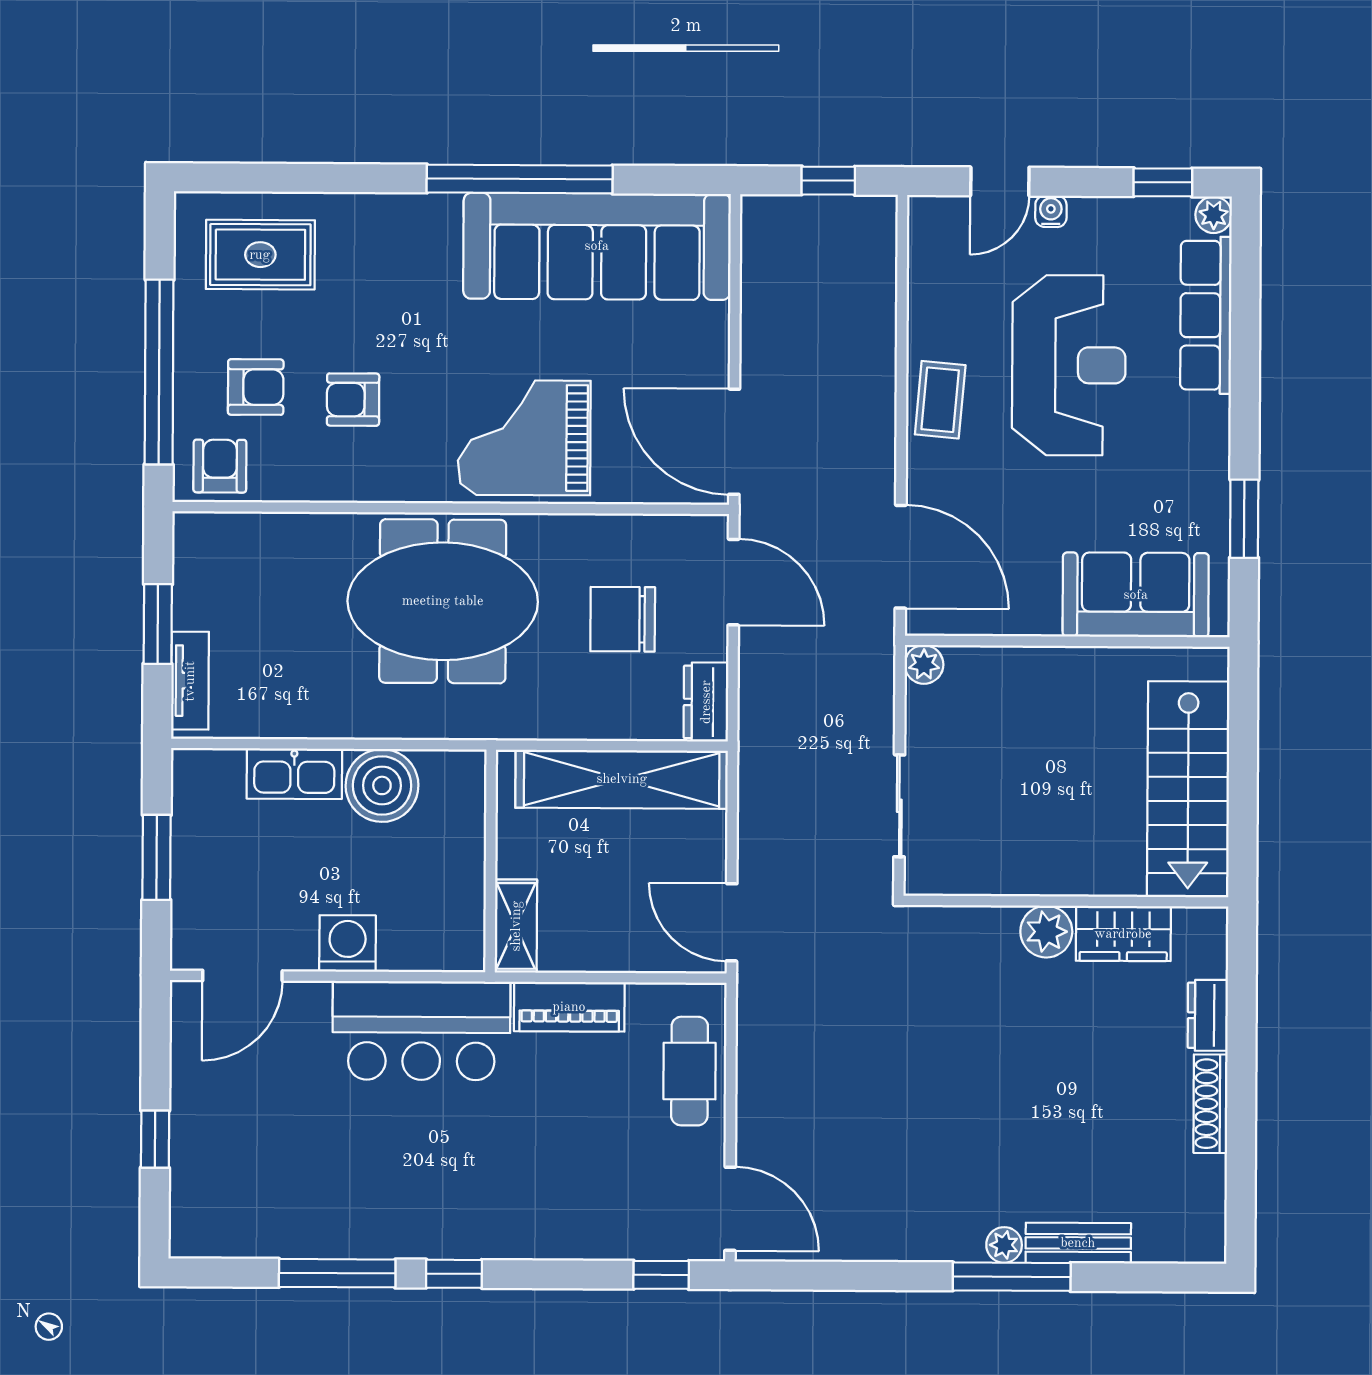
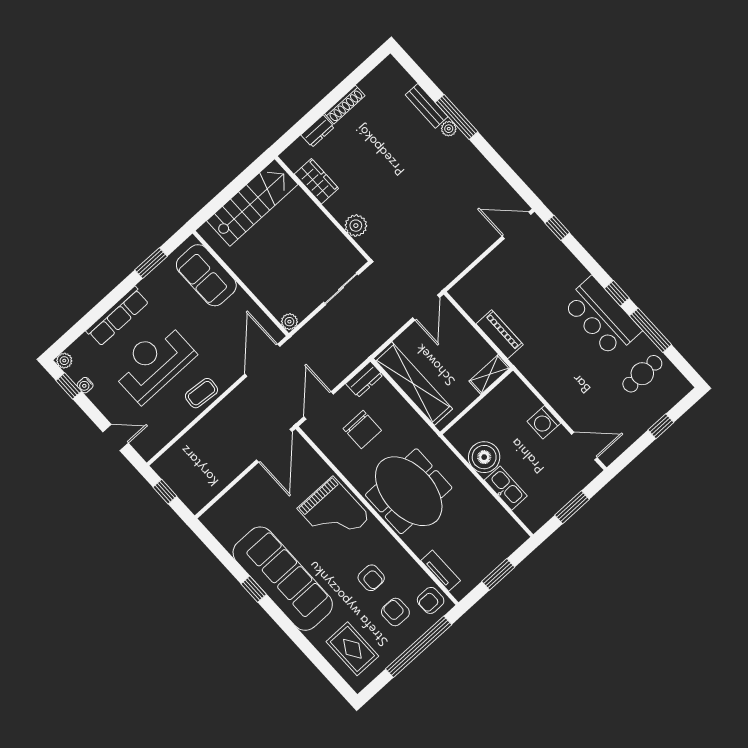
window: (520, 179) -> (254, 589), width x0.32
water cooler: (1051, 211) -> (85, 385), moved
sofa: (597, 246) -> (283, 579), moved
row of seats: (1206, 315) -> (117, 316), moved
tv unit: (190, 681) -> (441, 571), moved, turned 90
plant: (1046, 932) -> (356, 226), moved
bar counter: (421, 1031) -> (602, 317), moved, turned 180
cafe table: (690, 1071) -> (642, 374), moved
door: (730, 1209) -> (517, 225), hinge flipped

